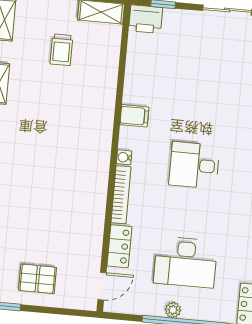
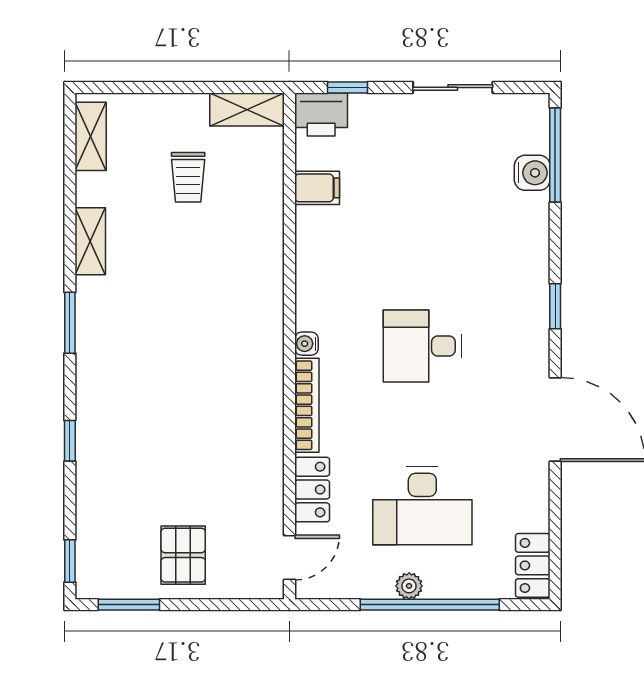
filing cabinet: (134, 116) -> (317, 188), moved
pallet: (38, 279) -> (183, 555), turned 90

